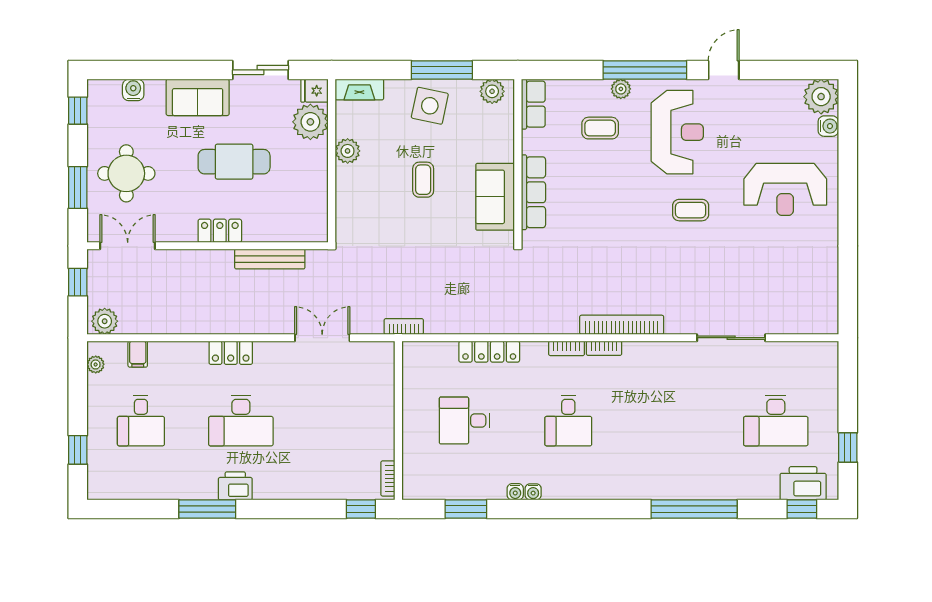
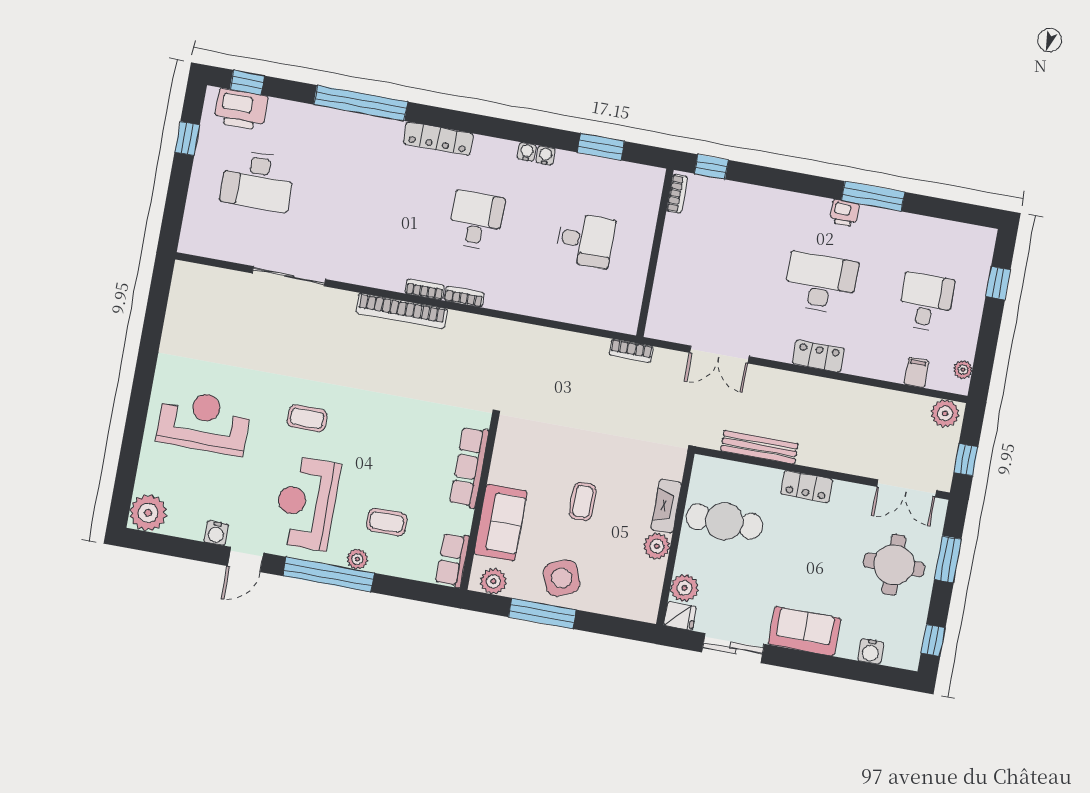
fireplace: (359, 90) -> (666, 506), moved, turned -90
side table: (430, 106) -> (562, 578), turned -34
plant: (310, 122) -> (684, 588), width x0.73, depth x0.73
water cooler: (828, 126) -> (216, 533), moved, turned -90
cafe table: (234, 162) -> (724, 521), moved
sofa: (495, 197) -> (501, 523), moved
locker: (489, 352) -> (438, 139), moved, turned 180
desk: (776, 420) -> (258, 181), turned 180
printer: (235, 486) -> (844, 213), width x0.73, depth x0.81

